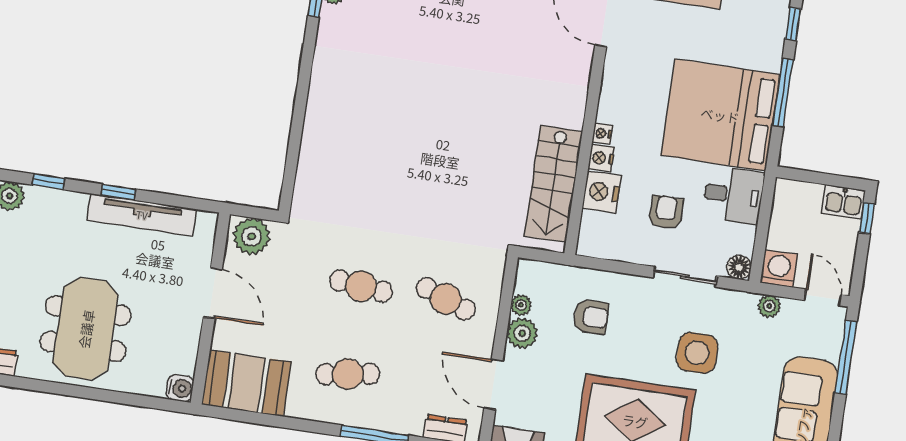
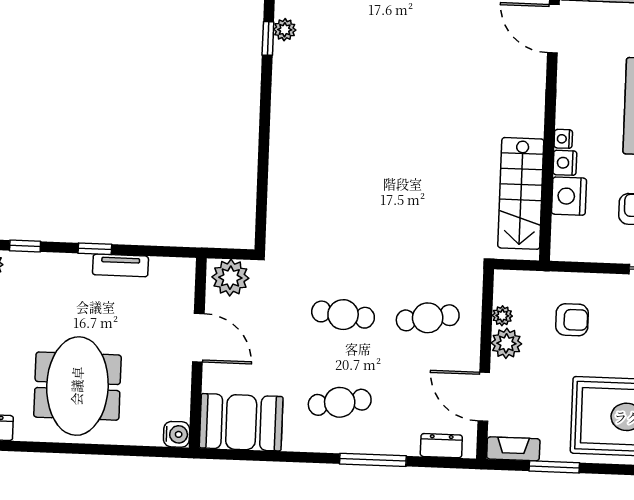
tv unit: (142, 215) -> (120, 265), width x0.52, depth x0.78
cafe table: (446, 299) -> (428, 318), turned -30

